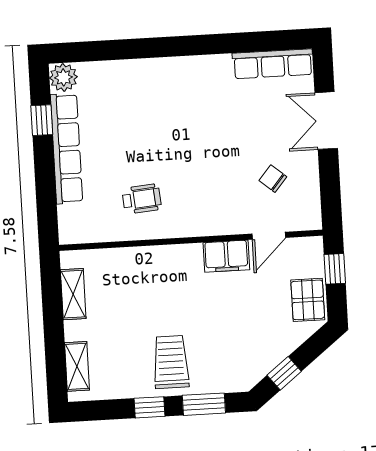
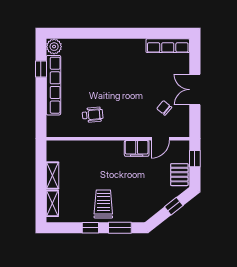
double door: (326, 121) -> (195, 90), moved
shelving: (73, 294) -> (53, 175), moved
window: (284, 373) -> (174, 206), moved

